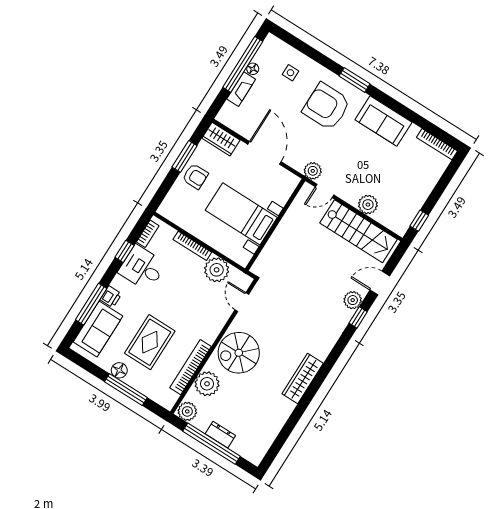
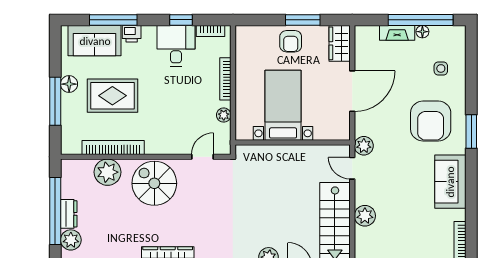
armchair: (326, 106) -> (431, 121), turned 180
plant: (217, 270) -> (224, 115), width x0.53, depth x0.53
plant: (187, 411) -> (71, 240), moved

